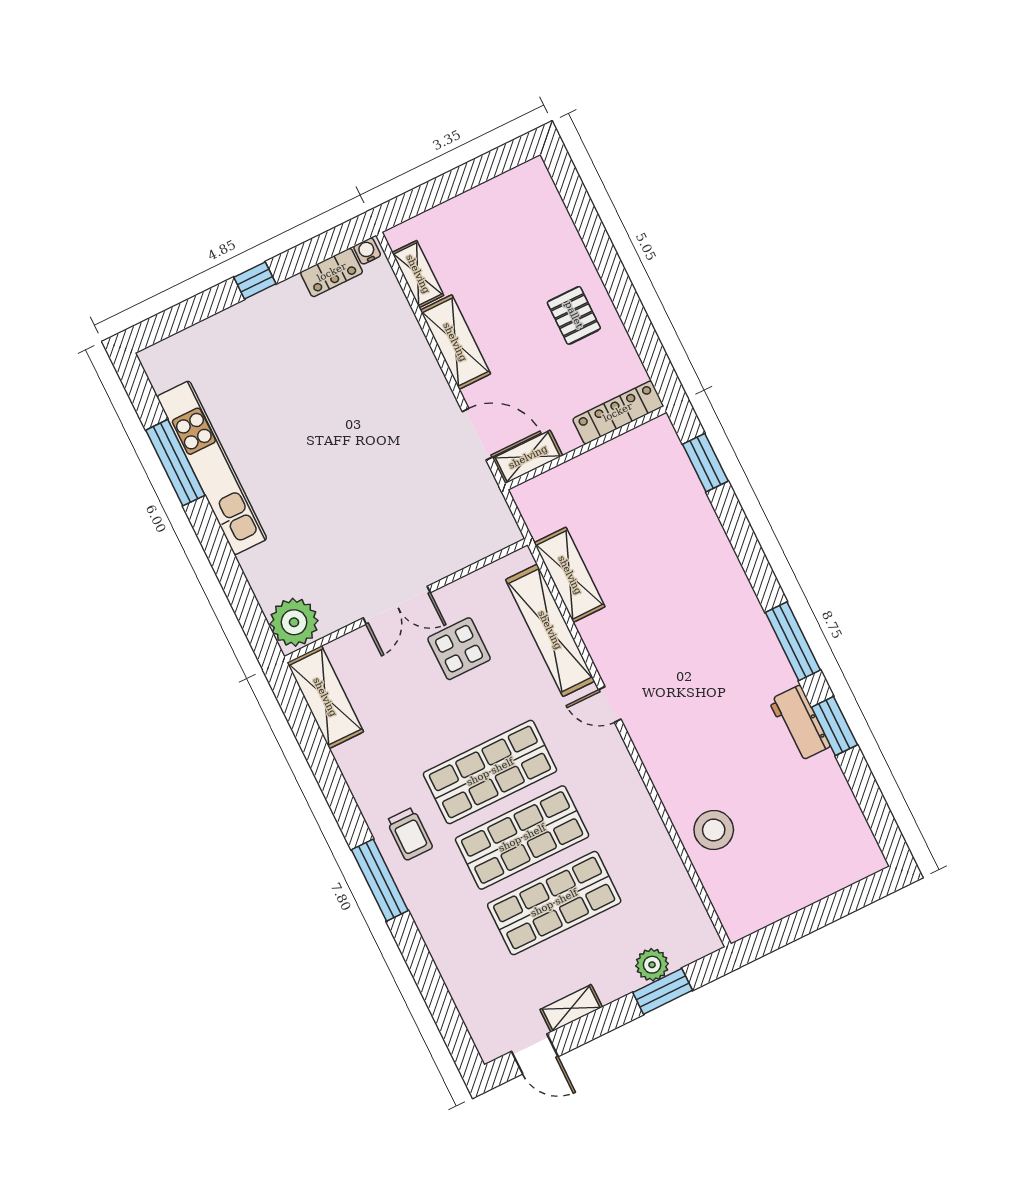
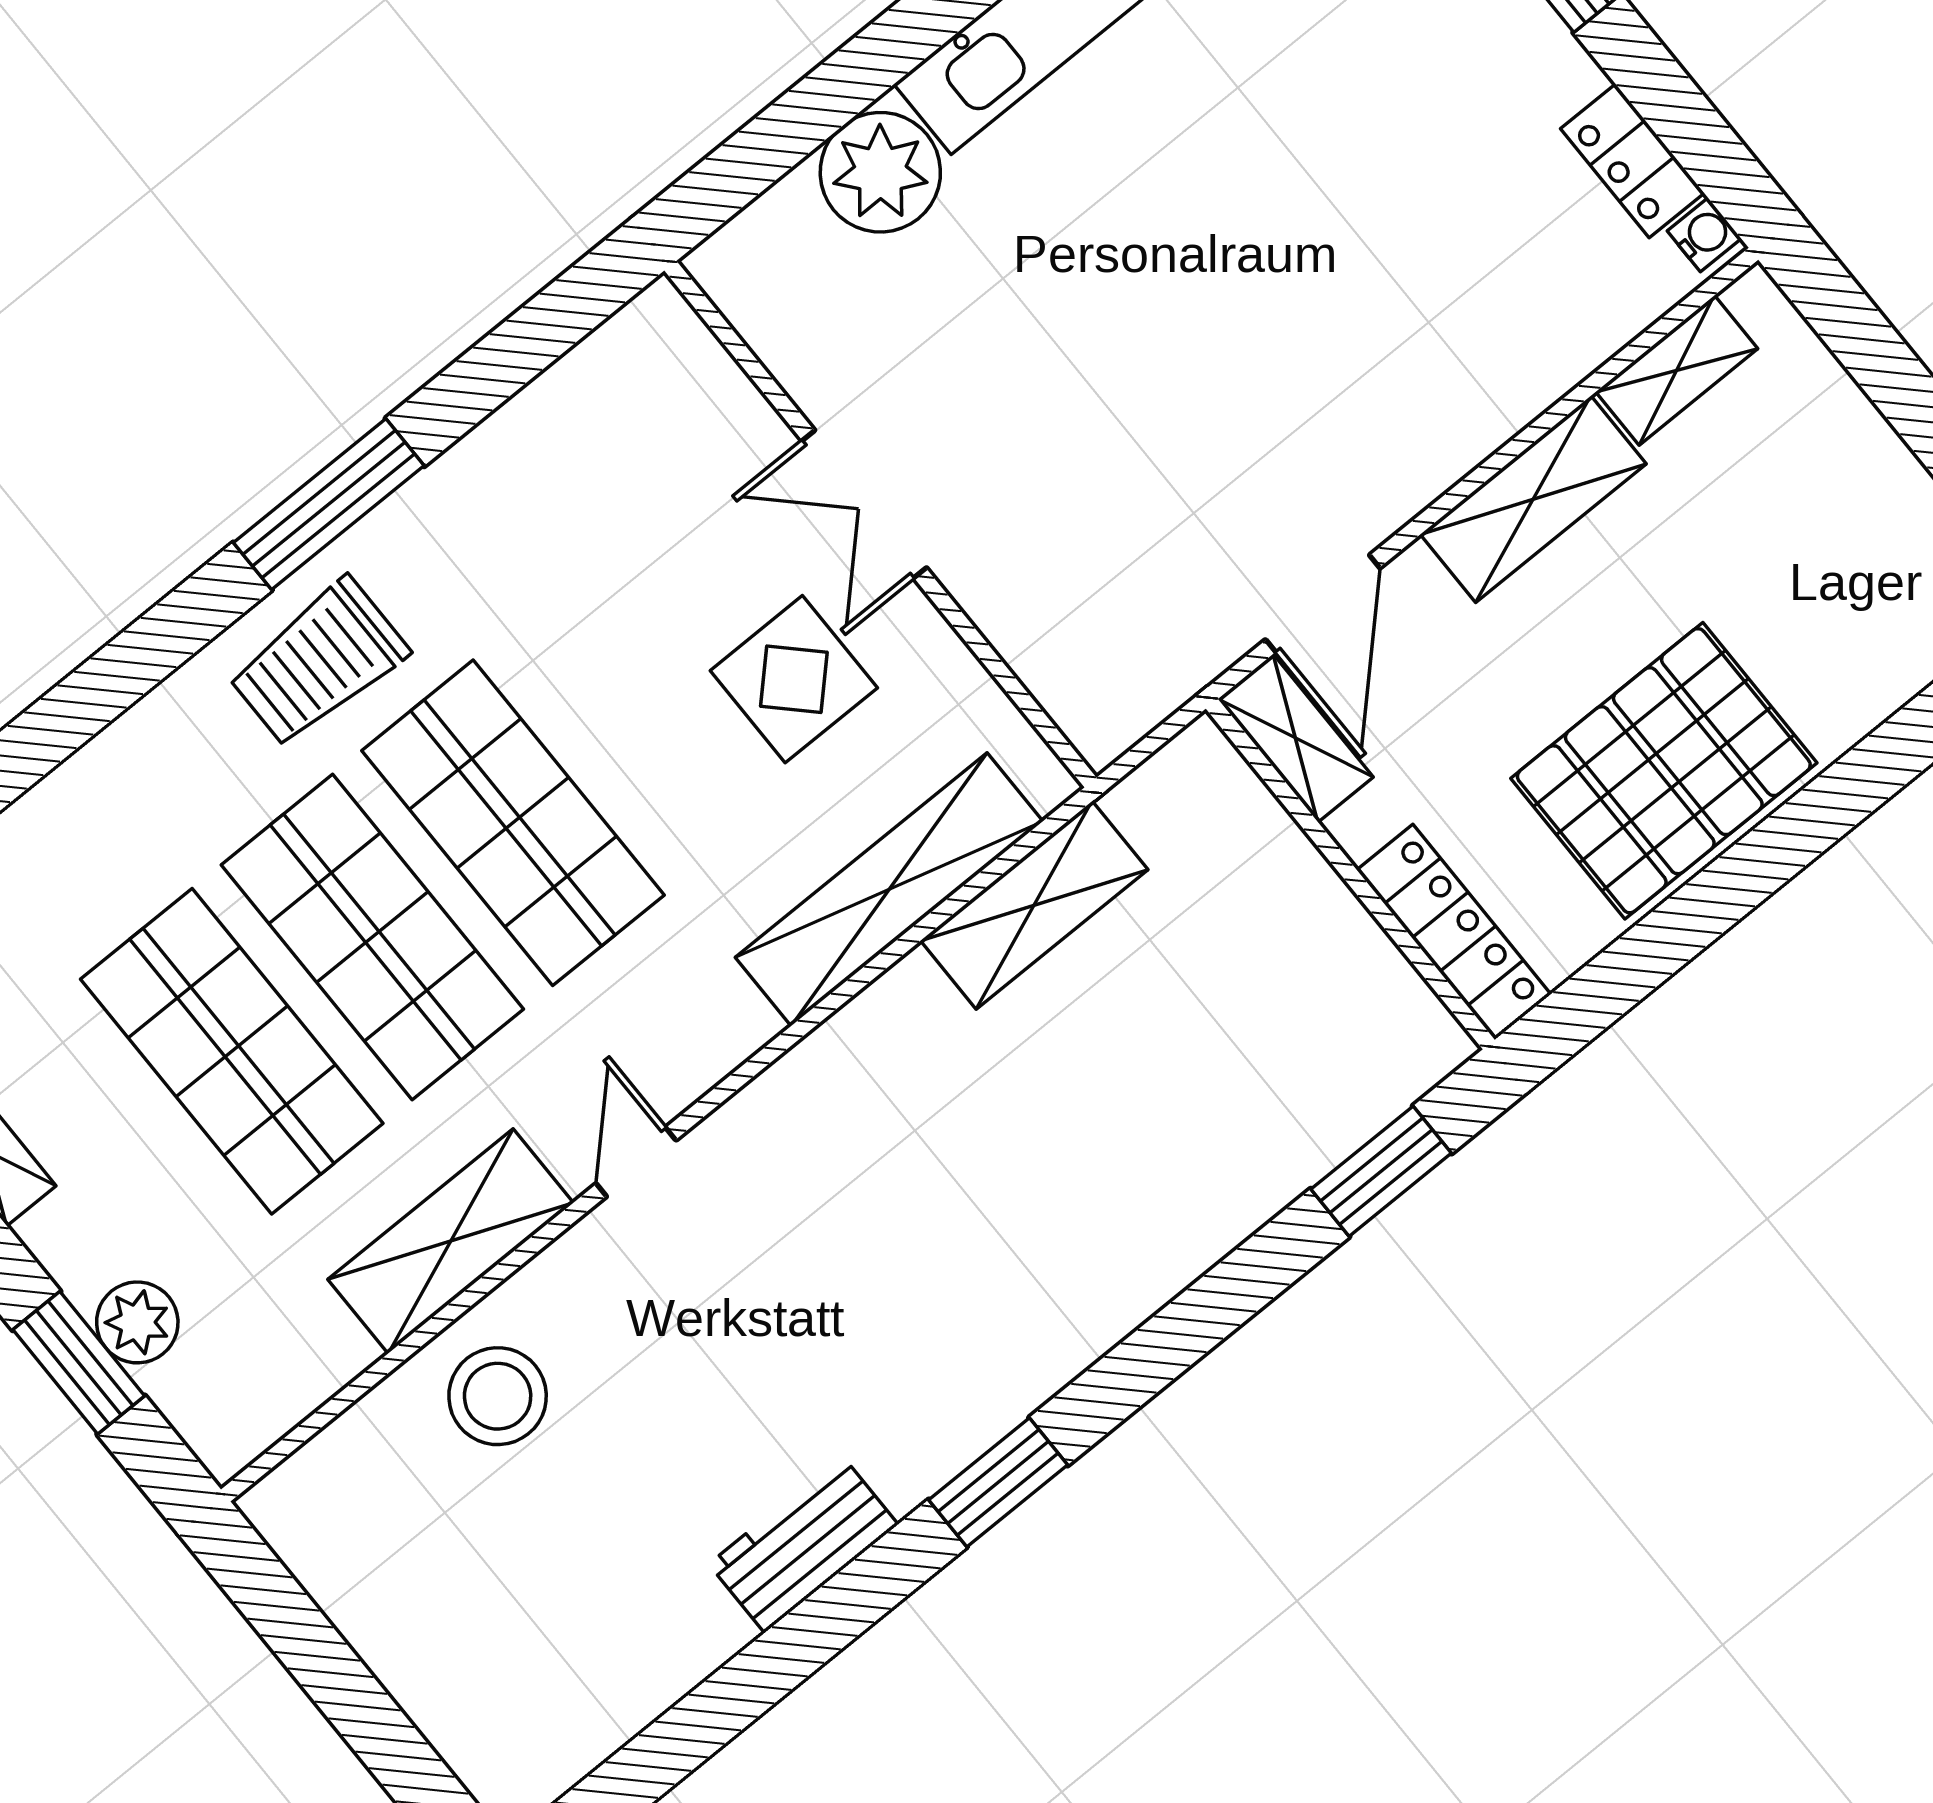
pallet: (574, 315) -> (1664, 771), width x2.05, depth x2.00
plant: (294, 622) -> (880, 172), moved
window: (793, 641) -> (998, 1482), width x0.69
shelving: (325, 697) -> (451, 1241), moved
door: (610, 704) -> (636, 1162), moved
window: (834, 726) -> (816, 1630), removed
trolley: (409, 834) -> (318, 663), width x1.36, depth x1.39
window: (380, 880) -> (329, 504), moved

